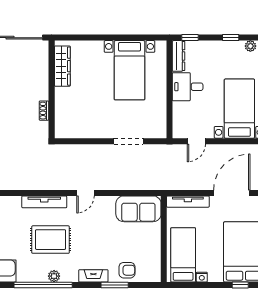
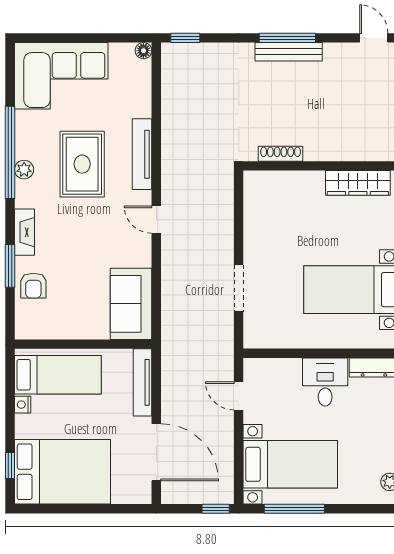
shoe rack: (44, 111) -> (281, 154), width x1.43

